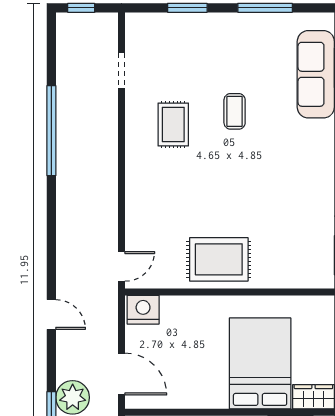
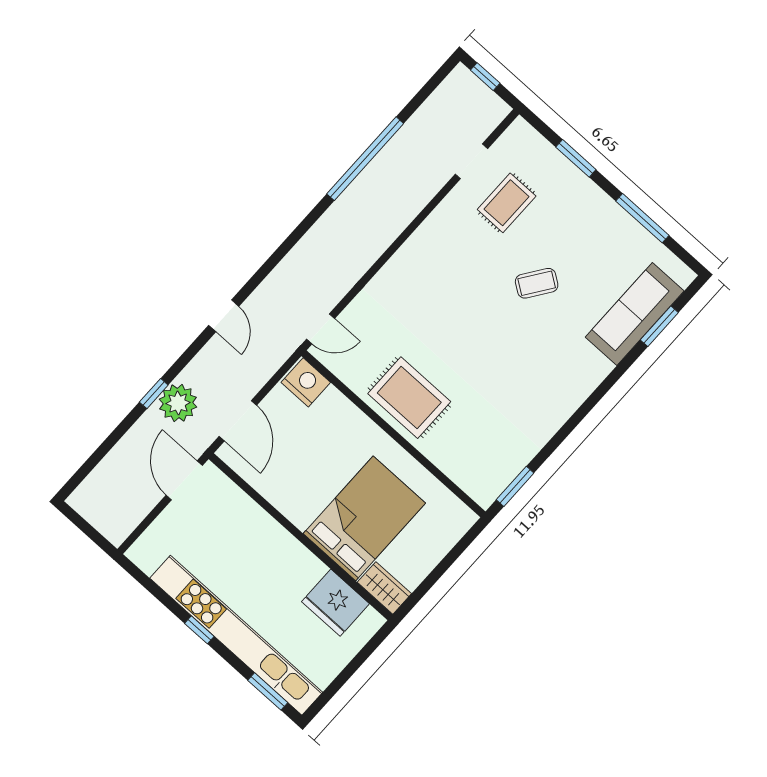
coffee table: (235, 111) -> (537, 283), turned 35
rug: (173, 125) -> (507, 203), moved

